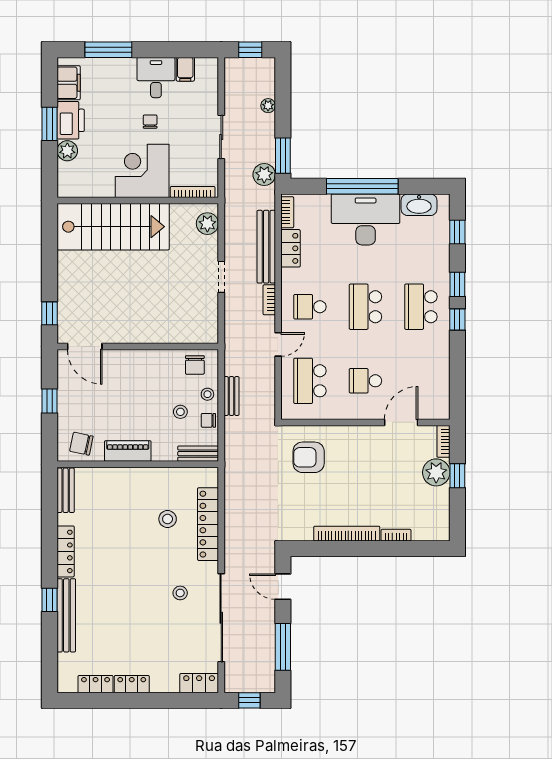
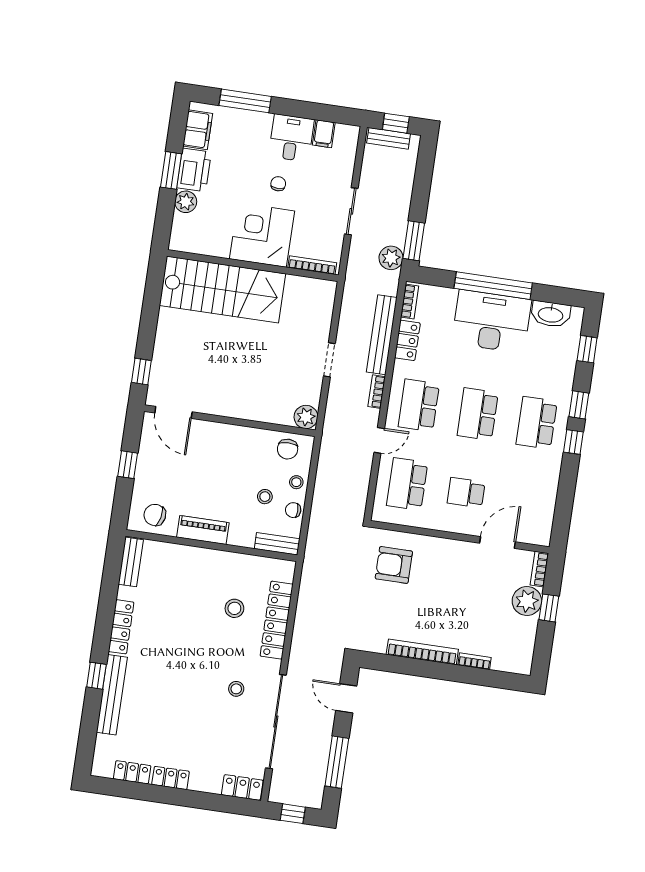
plant: (268, 106) -> (406, 185), removed
plant: (207, 224) -> (306, 417), moved
school desk: (310, 307) -> (419, 405), width x1.85
bench: (231, 396) -> (389, 138), moved, turned 90

